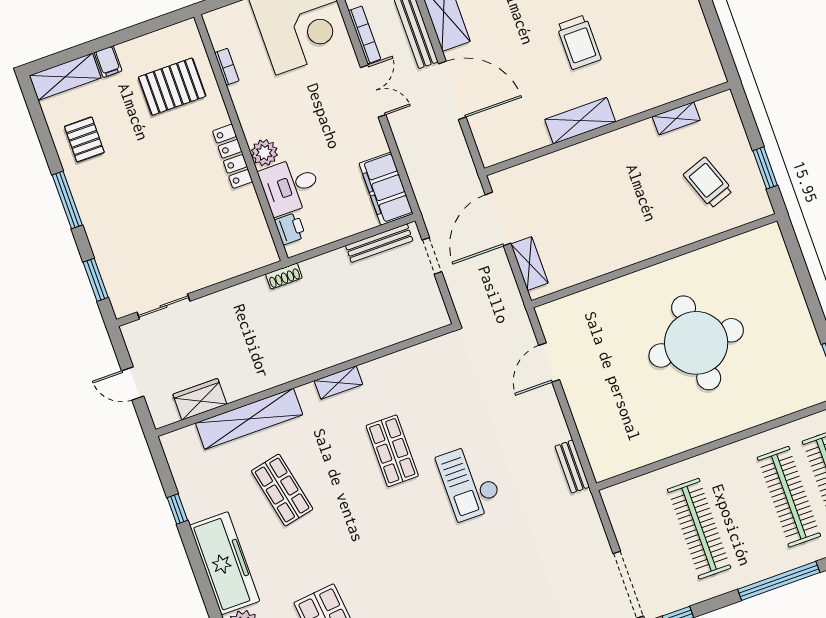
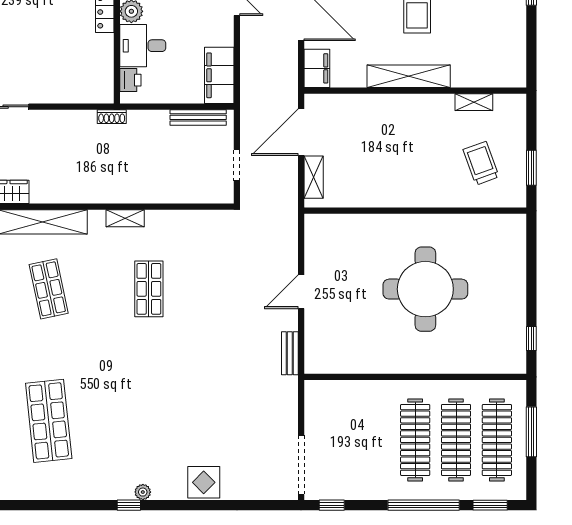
shelving: (580, 121) -> (409, 76), width x1.47
filing cabinet: (490, 143) -> (317, 68), added
doorway: (432, 256) -> (237, 165), moved
door: (549, 362) -> (301, 292), moved
checkout: (469, 482) -> (202, 336), removed
clothes rail: (699, 529) -> (415, 440), moved

